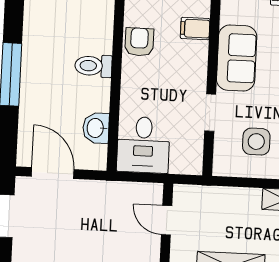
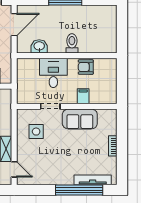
filing cabinet: (195, 29) -> (83, 96), moved
armchair: (139, 42) -> (86, 67), turned 180
desk: (143, 145) -> (53, 73), moved, turned 90

